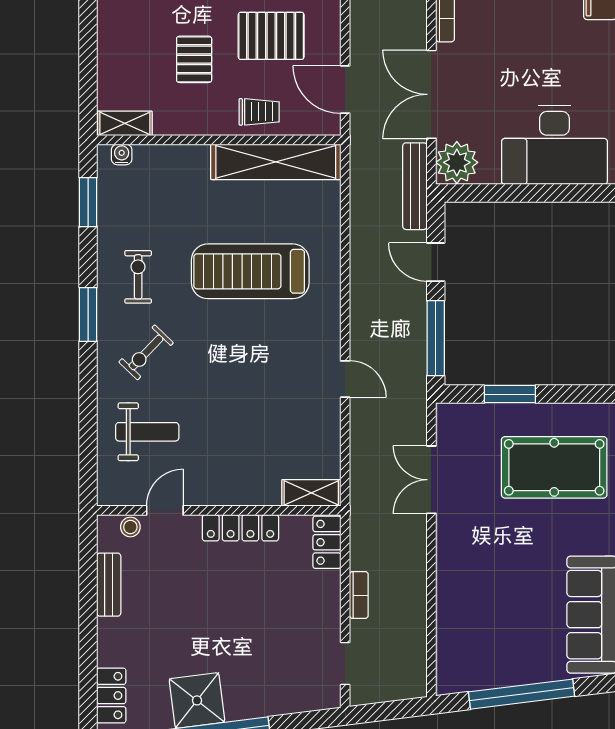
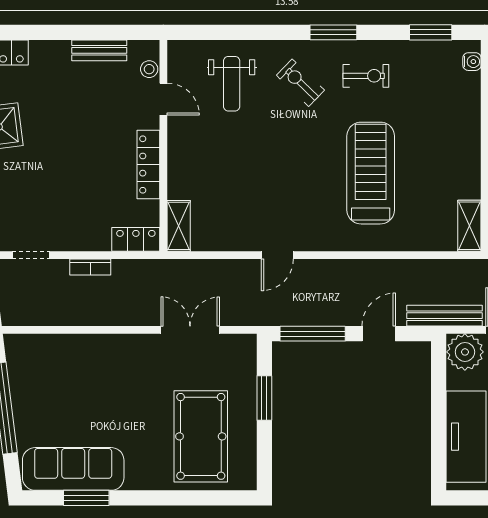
shelving: (276, 162) -> (469, 226), width x0.45, depth x0.75

